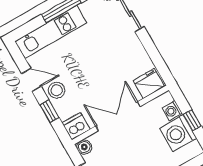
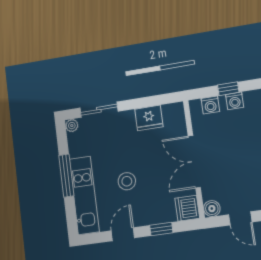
fridge: (149, 84) -> (149, 118), moved, turned -90
stool: (57, 90) -> (127, 181), moved
washing machine: (178, 133) -> (235, 101), width x0.53, depth x0.53

